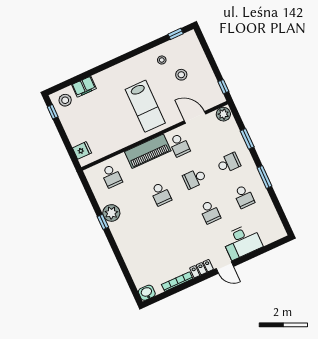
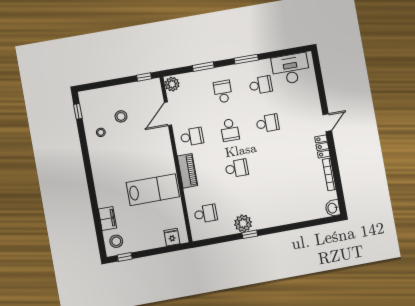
lab bench: (145, 106) -> (153, 190), moved
piano: (148, 151) -> (188, 171), width x0.73, depth x0.75
desk: (242, 241) -> (291, 69), moved, turned -90

